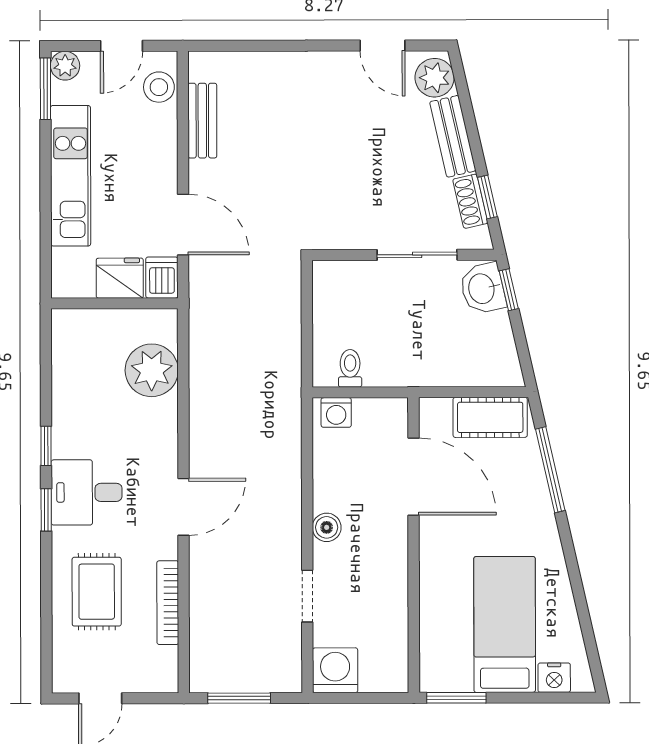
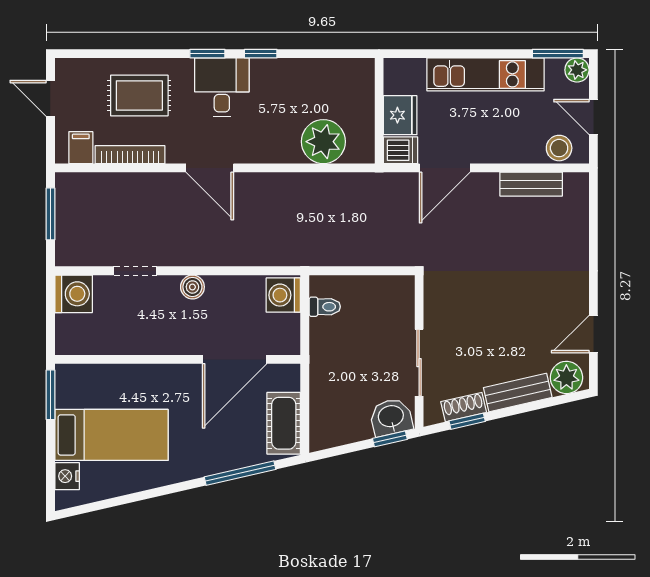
washing machine: (336, 412) -> (283, 295), width x1.38, depth x1.38
filing cabinet: (159, 662) -> (81, 148), added

